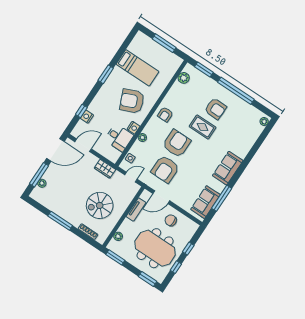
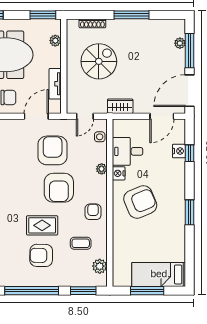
bed: (138, 68) -> (159, 274), moved
coffee table: (186, 100) -> (81, 243), added

